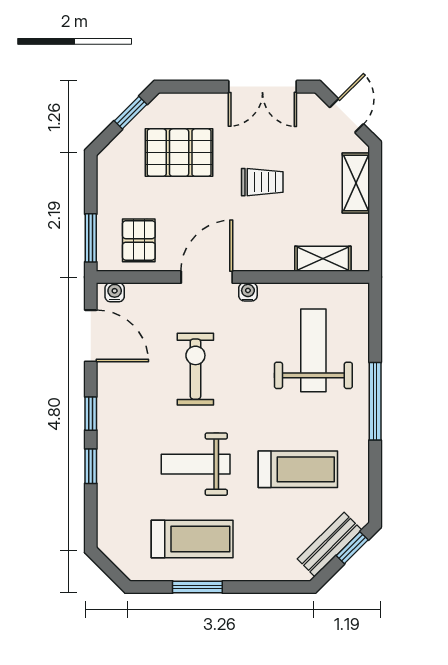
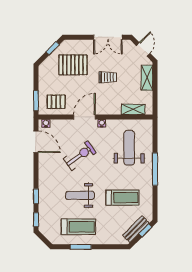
pallet: (139, 240) -> (56, 102), turned 90
exercise bike: (195, 369) -> (80, 156), turned 54
window: (91, 414) -> (36, 219), moved

